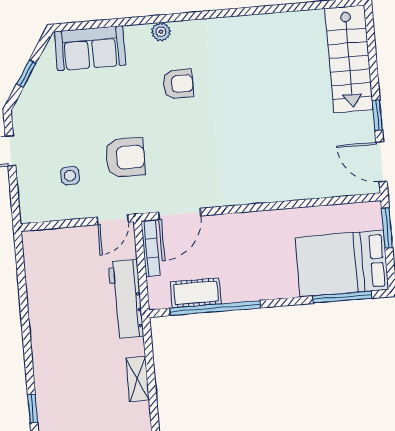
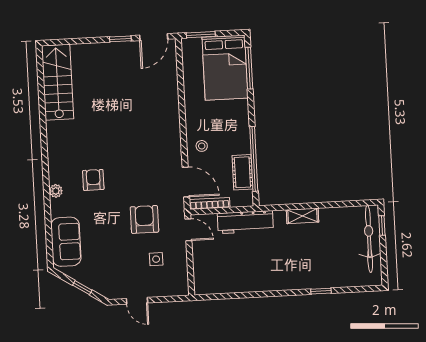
stairs: (349, 59) -> (58, 82), moved, turned -90
stool: (231, 234) -> (202, 146), added

